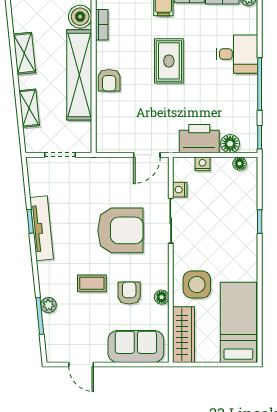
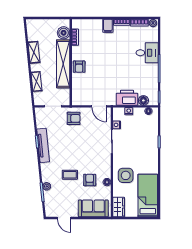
rug: (169, 61) -> (111, 56), removed
door: (147, 155) -> (99, 106), hinge flipped
armchair: (120, 230) -> (74, 118), moved, width x0.53, depth x0.53
wardrobe: (184, 335) -> (119, 207), width x0.67

